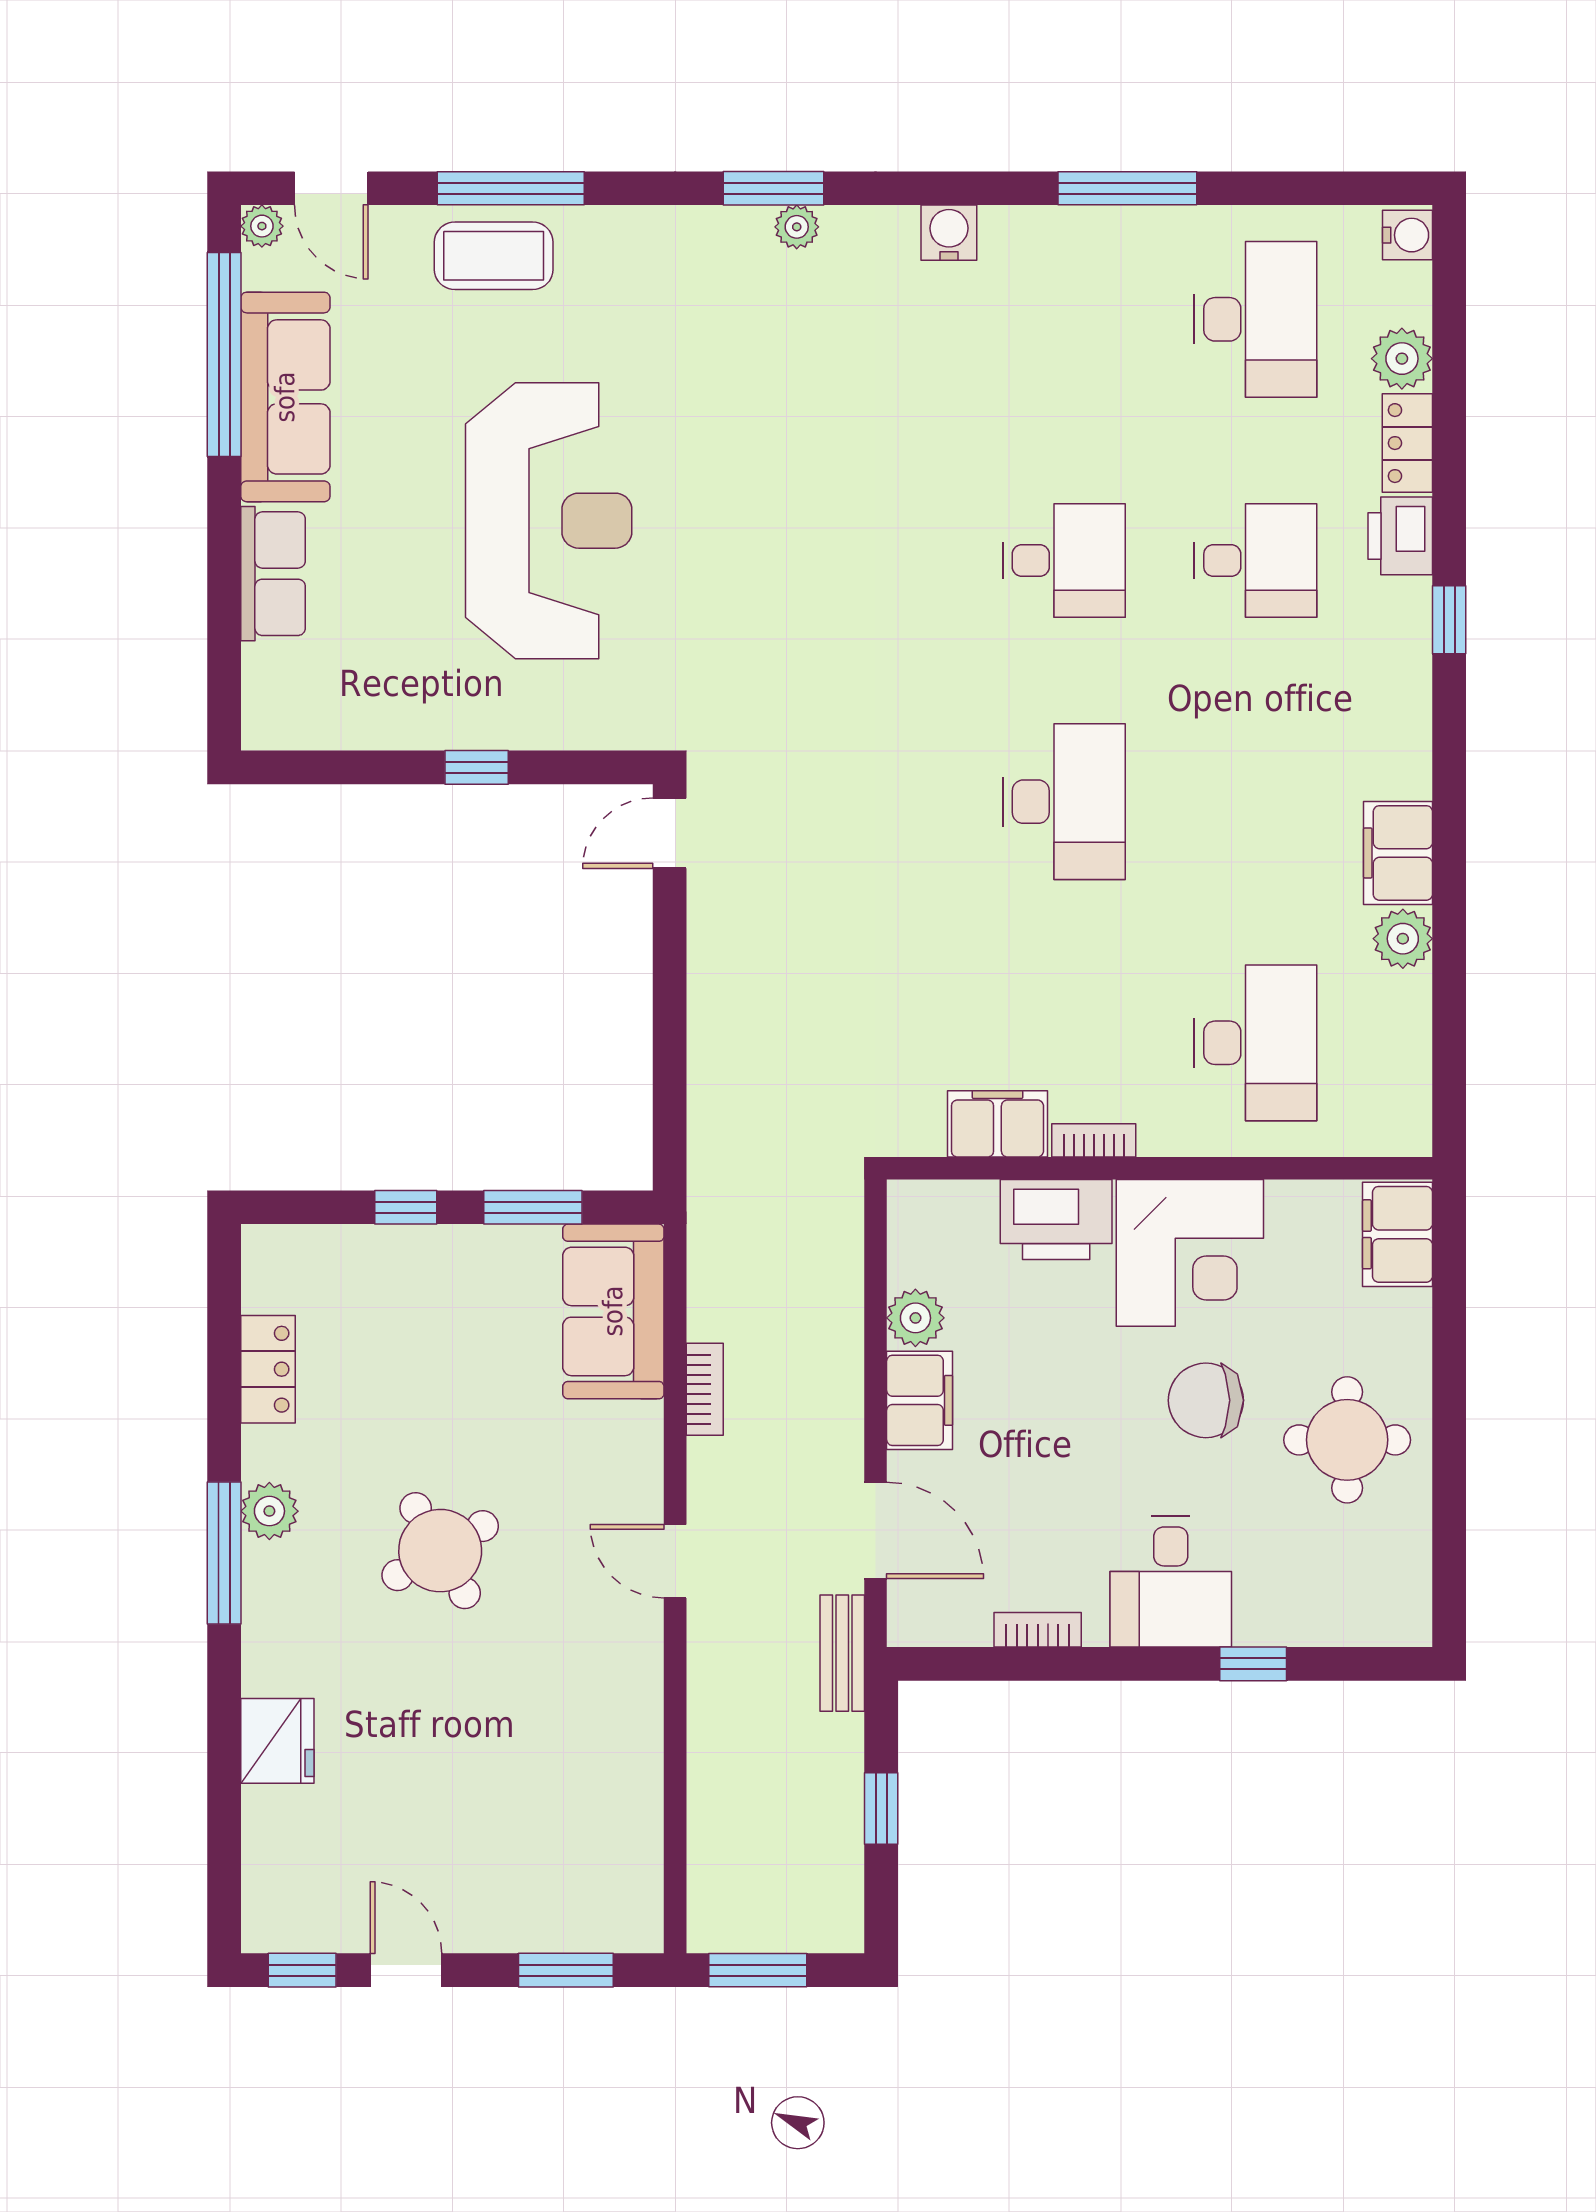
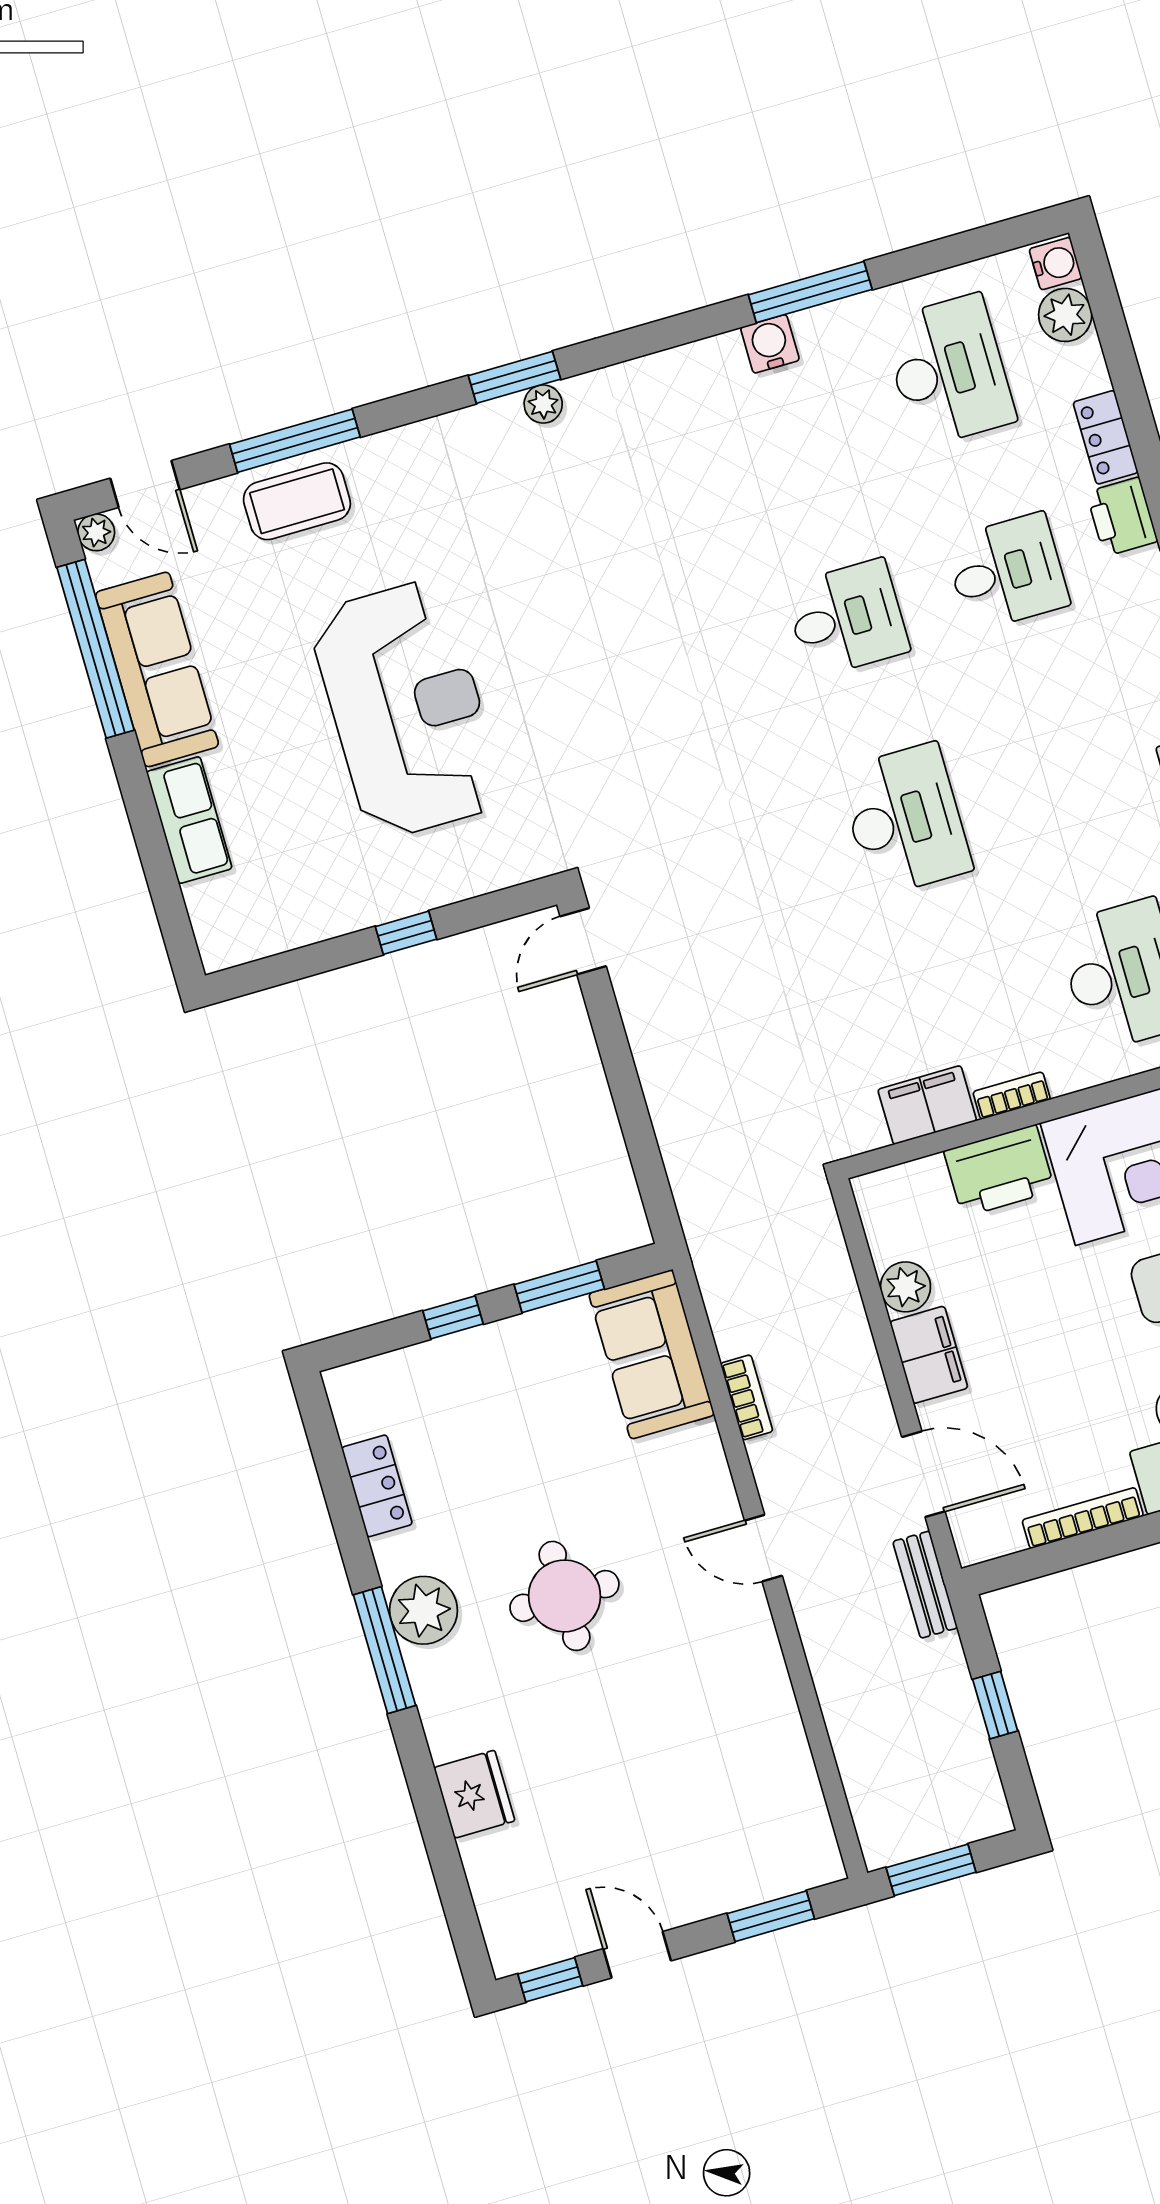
water cooler: (949, 233) -> (770, 344), moved
plant: (1402, 359) -> (1065, 315), moved
plant: (269, 1511) -> (423, 1610), width x1.36, depth x1.36
round table: (440, 1551) -> (564, 1596), turned 30
bookcase: (1038, 1630) -> (1083, 1518), width x1.56

